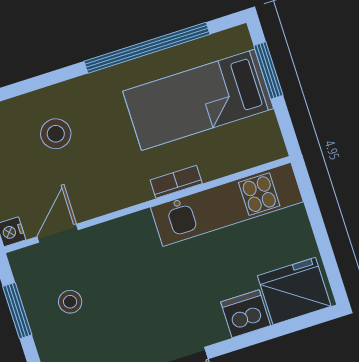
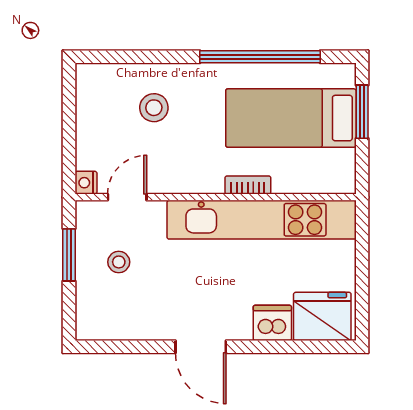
kitchen unit: (227, 204) -> (262, 220), width x1.36

